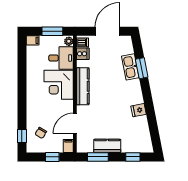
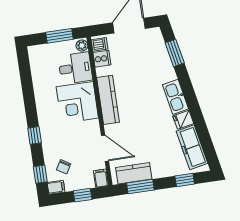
filing cabinet: (33, 40) -> (56, 187), moved
kitchen sink: (130, 67) -> (175, 97), moved
window: (142, 68) -> (175, 53), moved
window: (22, 105) -> (35, 135), added
door: (75, 123) -> (105, 148), swing flipped
freezer: (142, 132) -> (192, 147), added
kitchen counter: (107, 146) -> (134, 173), moved

